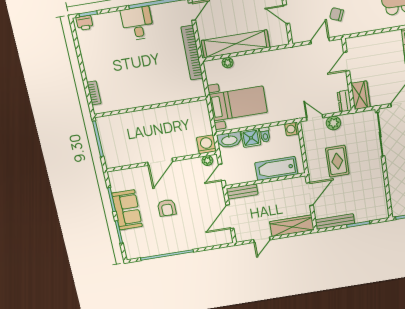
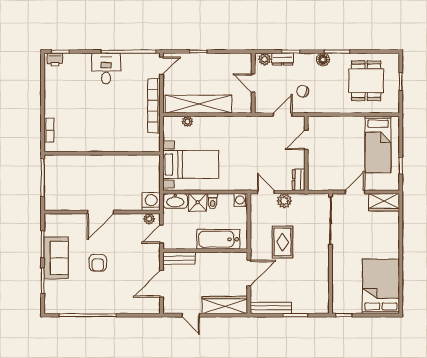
wardrobe: (361, 95) -> (316, 177), removed
door: (262, 240) -> (191, 315), hinge flipped

